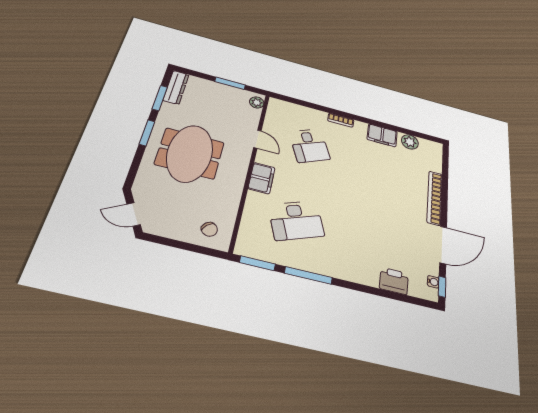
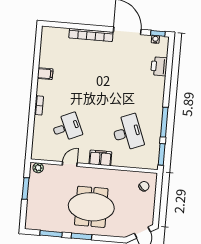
dresser: (176, 87) -> (39, 225), removed
filing cabinet: (382, 135) -> (45, 74), width x0.50
plant: (410, 142) -> (46, 52), removed

